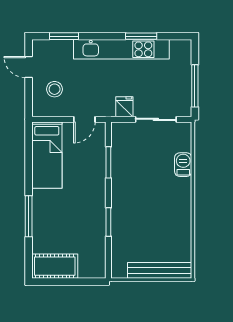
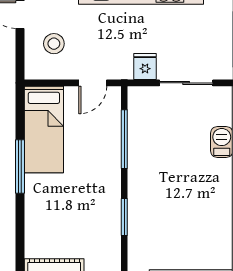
window: (108, 162) -> (124, 139), width x1.44
window: (29, 216) -> (20, 166), moved

